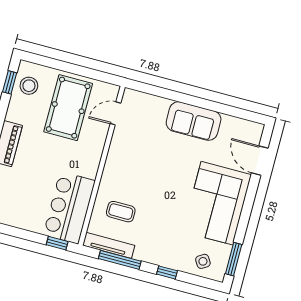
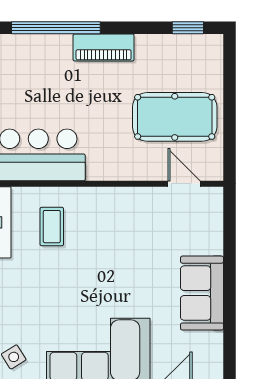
stool: (29, 86) -> (190, 55), removed

